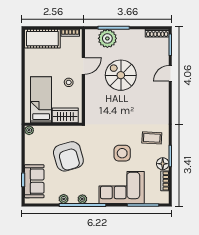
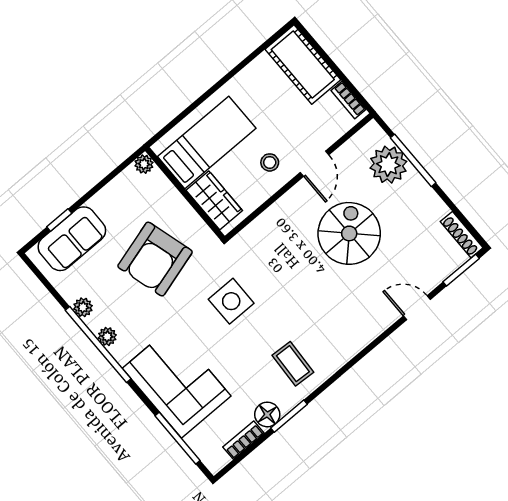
door: (83, 66) -> (315, 164), hinge flipped
side table: (122, 153) -> (231, 301), moved

